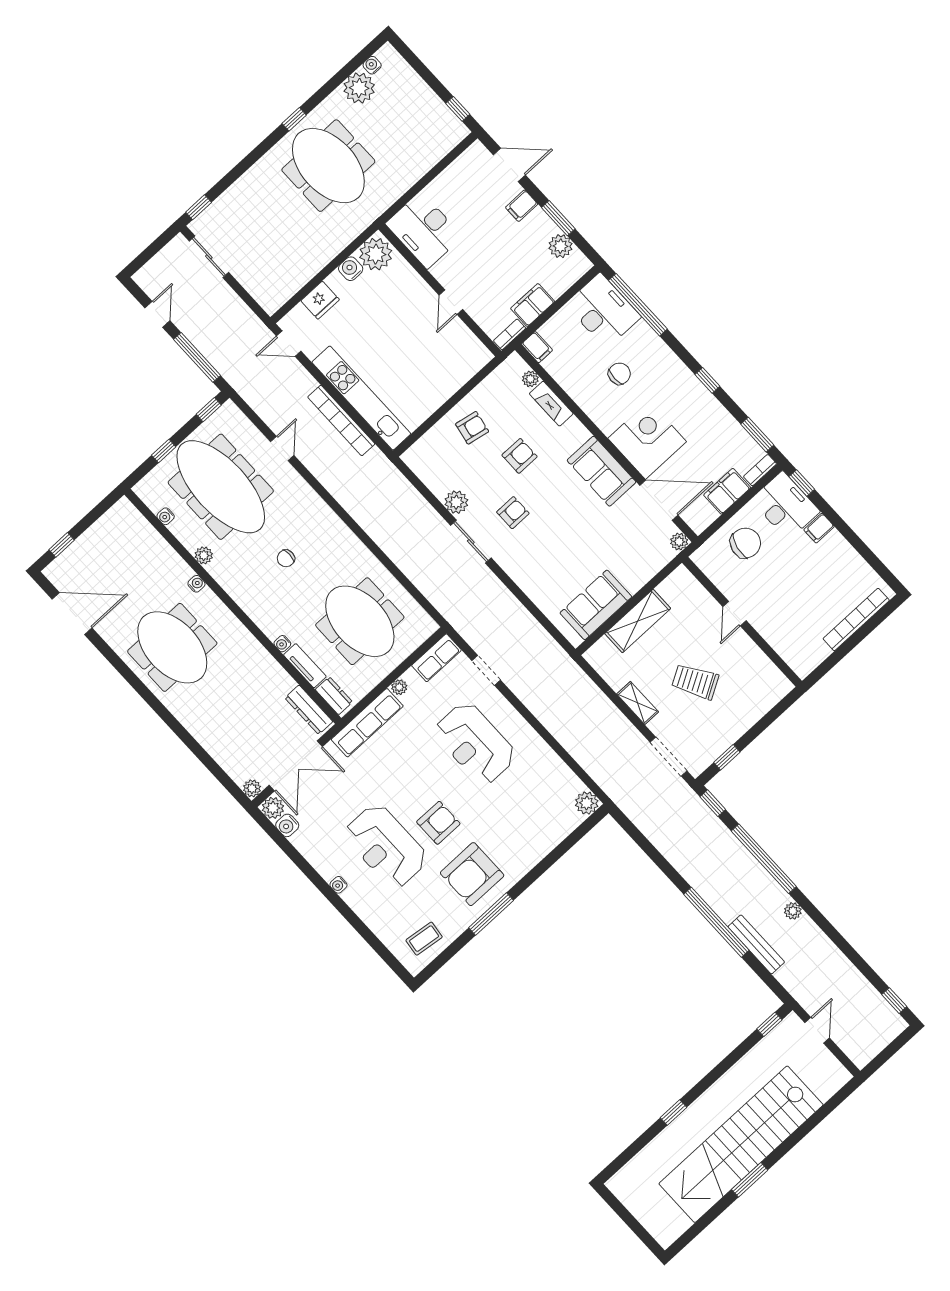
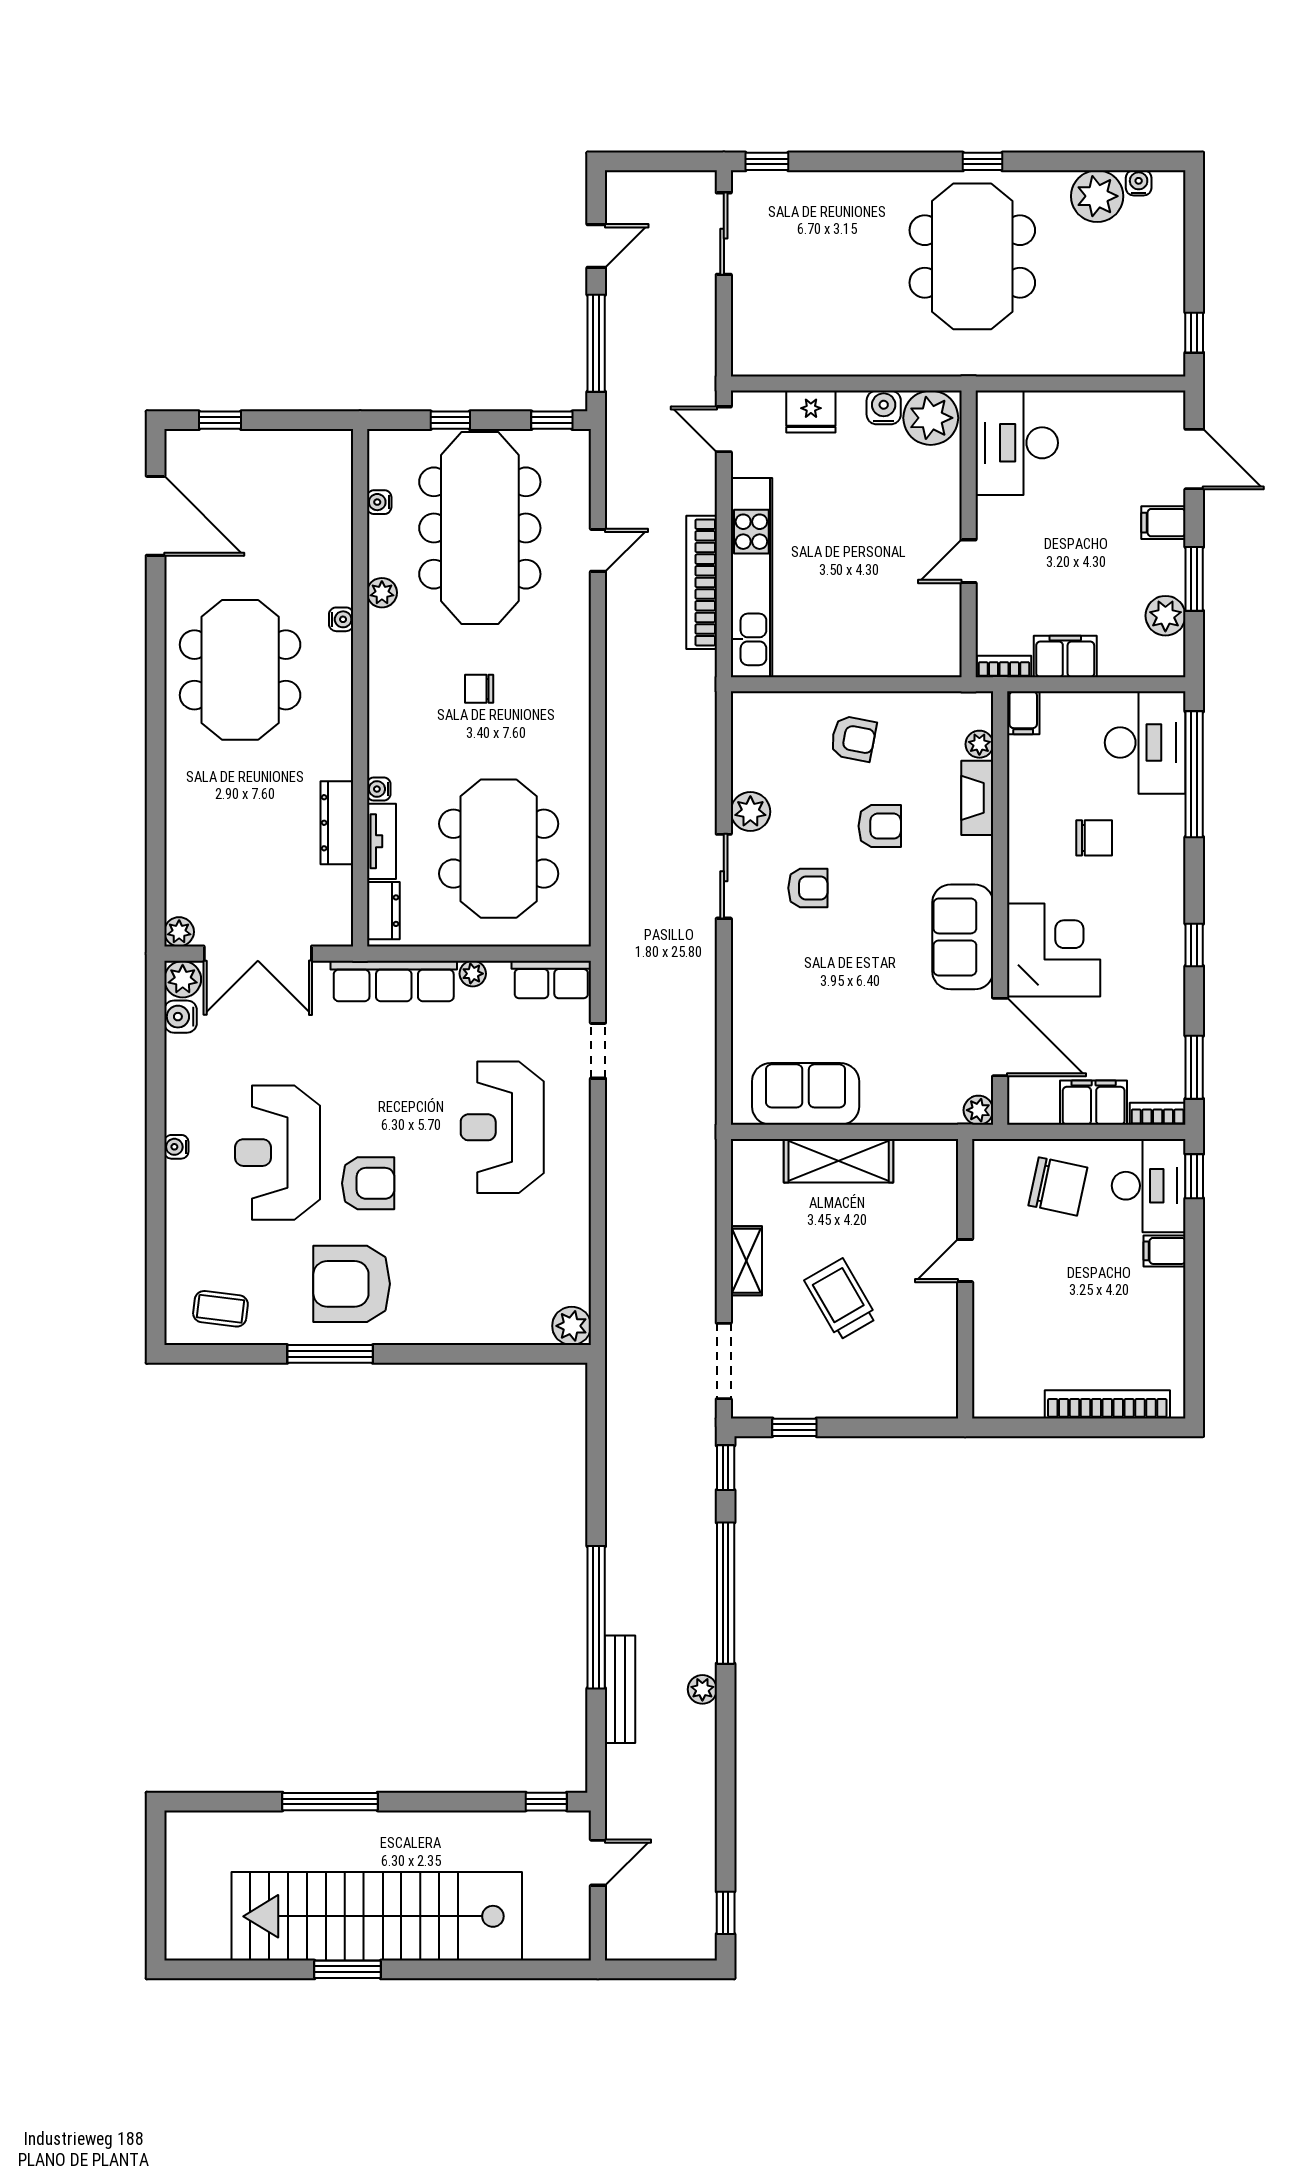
dresser: (309, 710) -> (337, 823), moved
window: (673, 1112) -> (330, 1802), width x2.17

